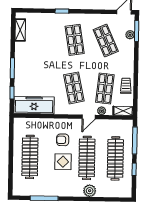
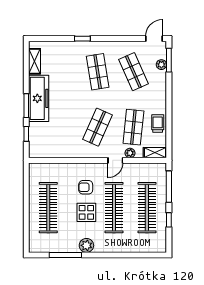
shop shelf: (74, 88) -> (98, 127), turned 36
freezer: (34, 105) -> (39, 98), moved, turned 90
plant: (90, 191) -> (86, 245), moved

